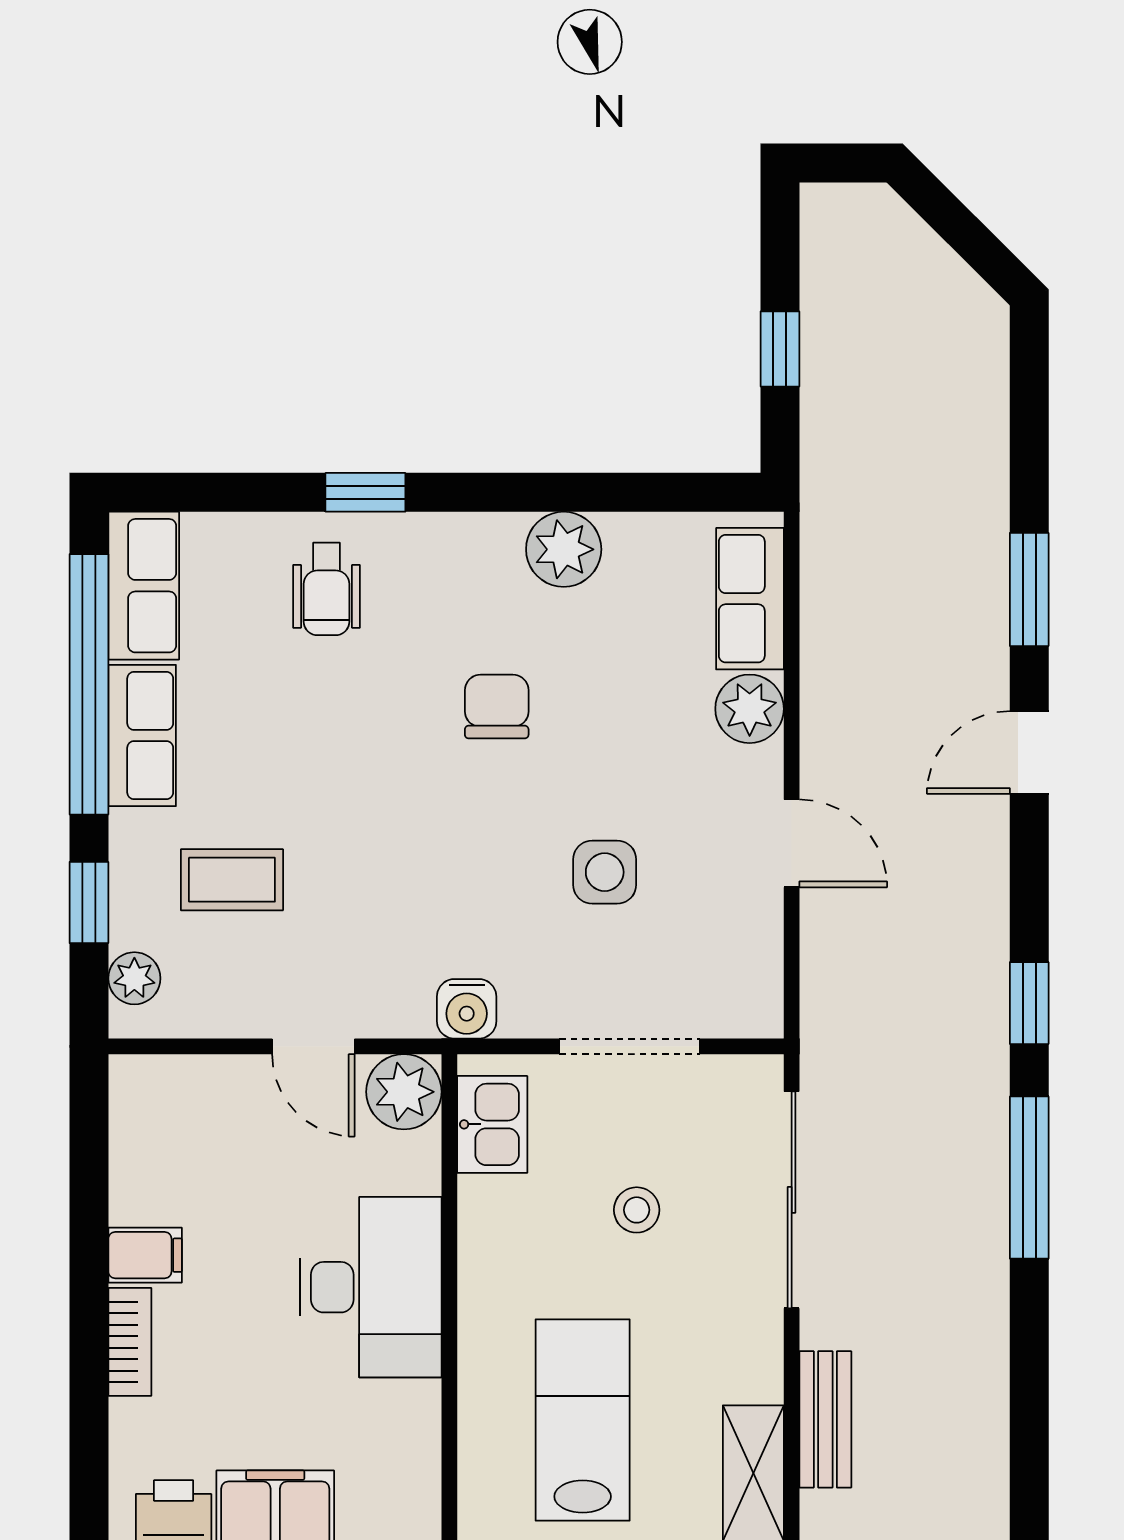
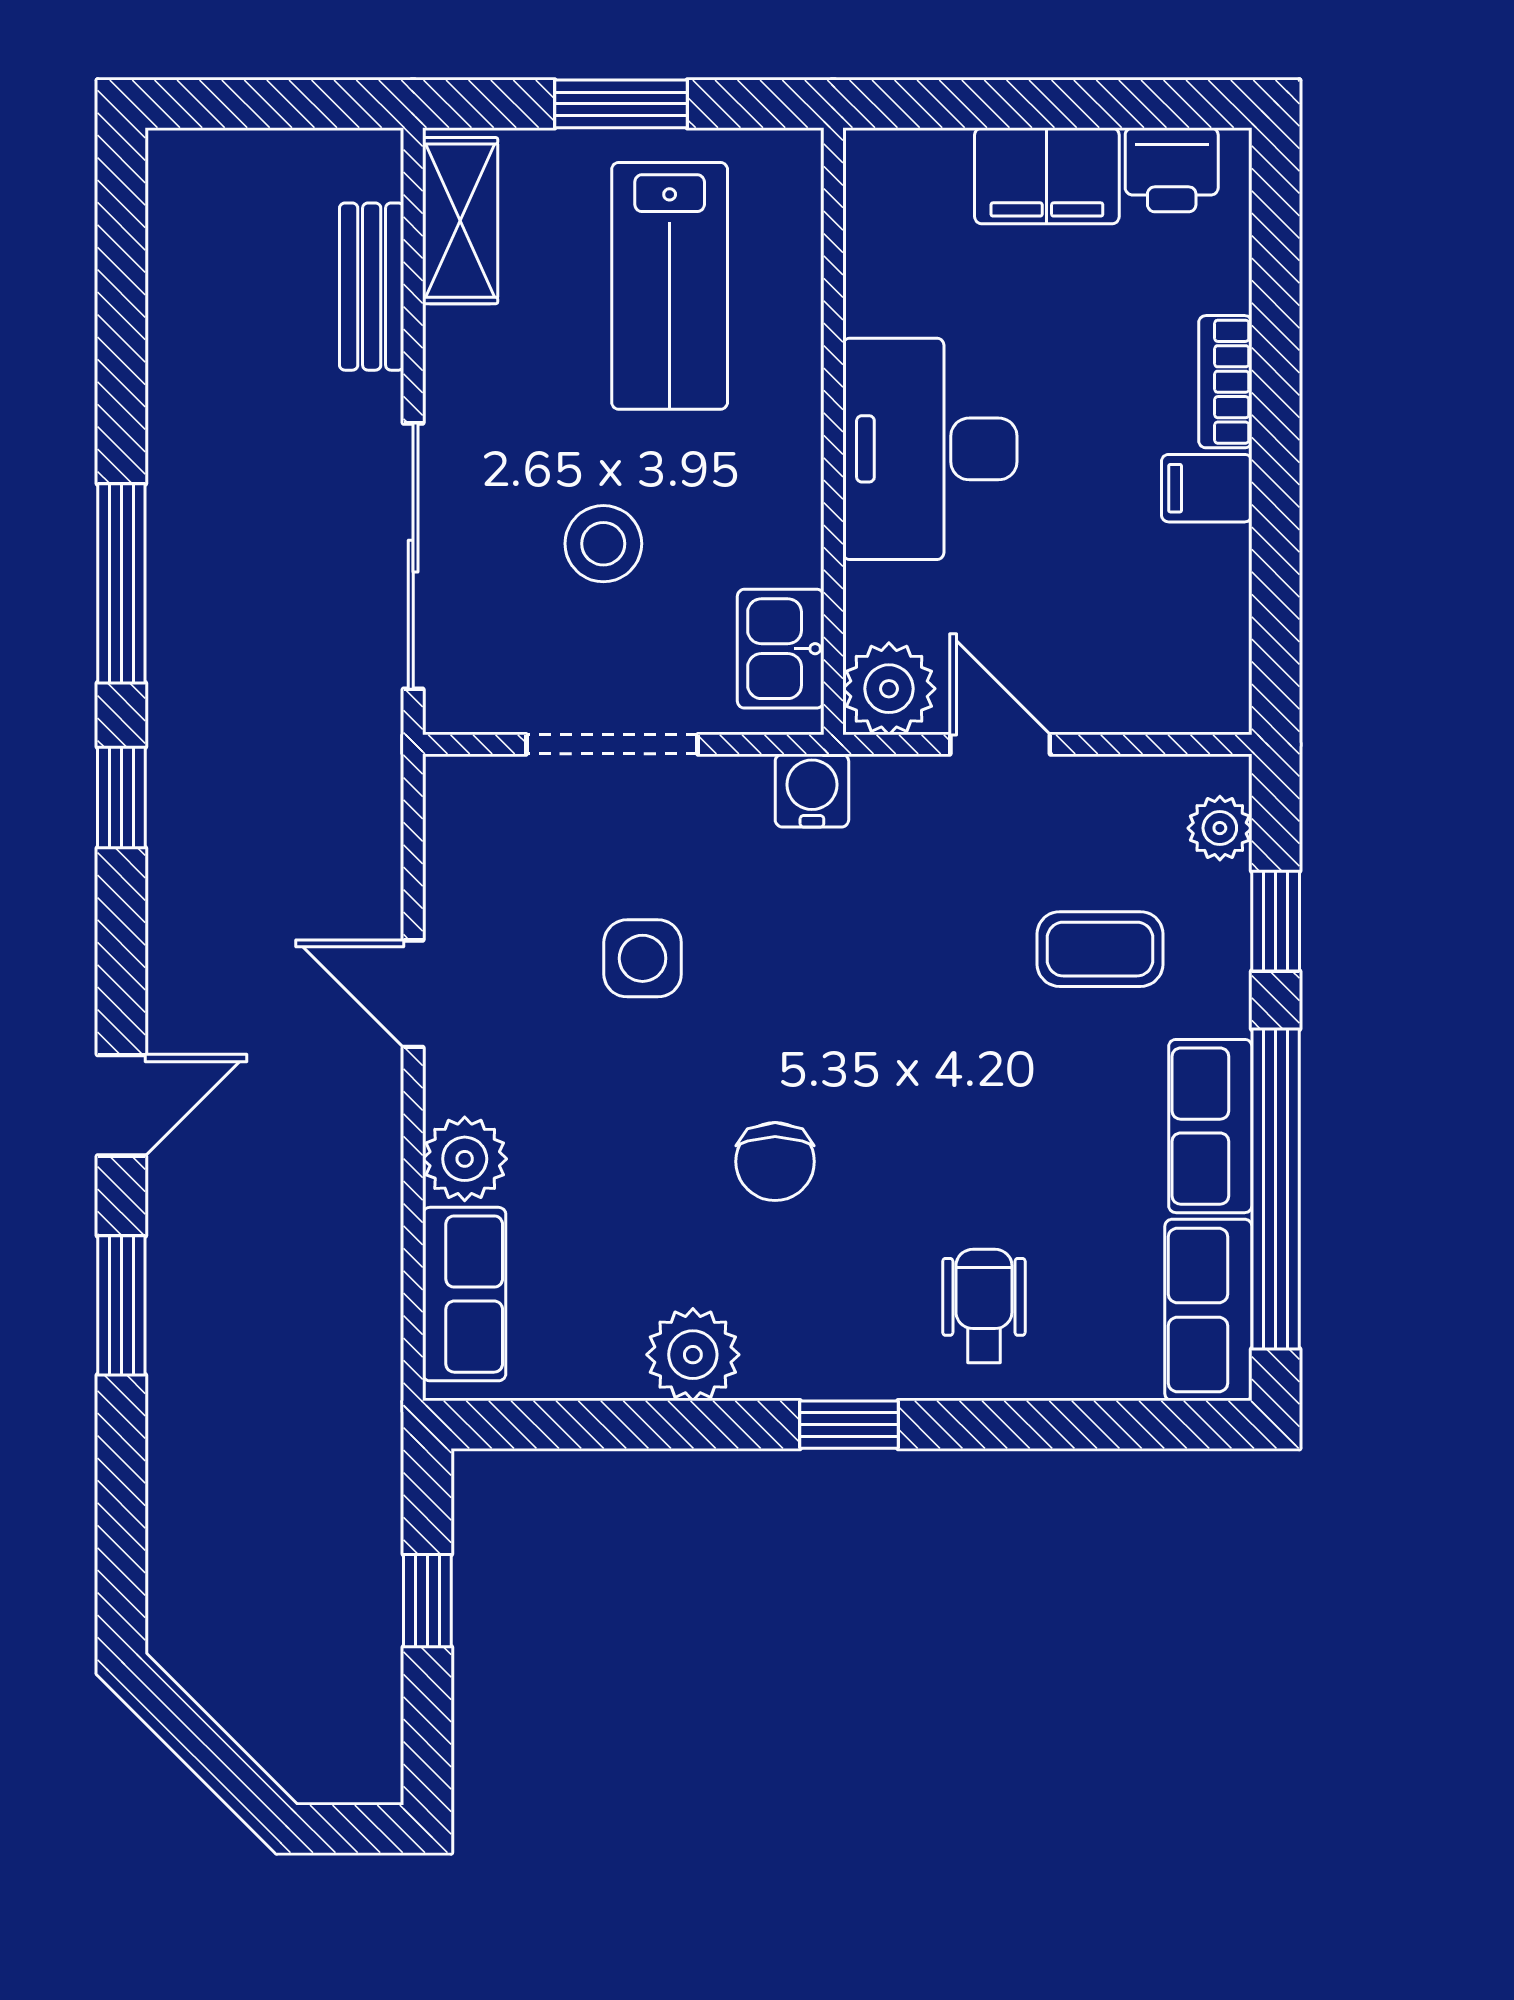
window: (365, 492) -> (849, 1425), moved
stool: (637, 1210) -> (603, 544), width x1.37, depth x1.37

